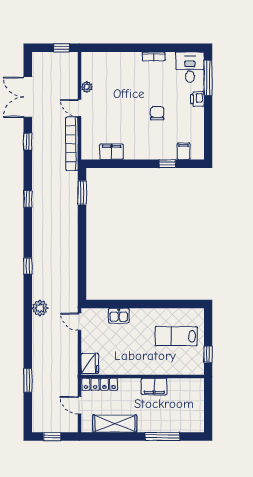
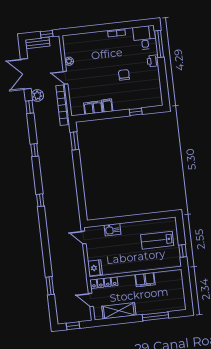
bench: (48, 58) -> (37, 43), added
filing cabinet: (184, 151) -> (107, 106), moved
plant: (40, 308) -> (37, 95), moved

